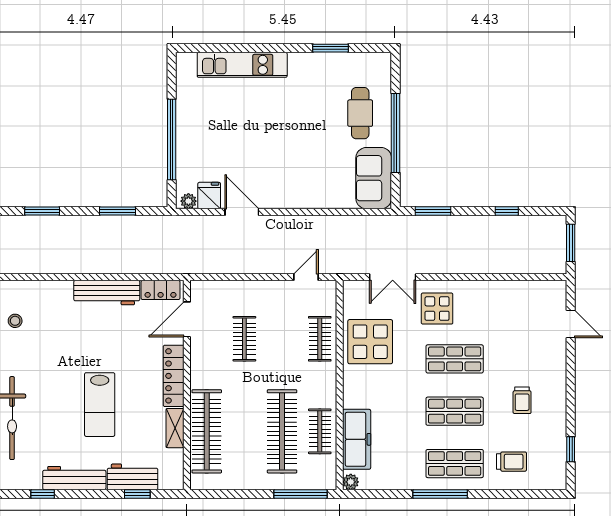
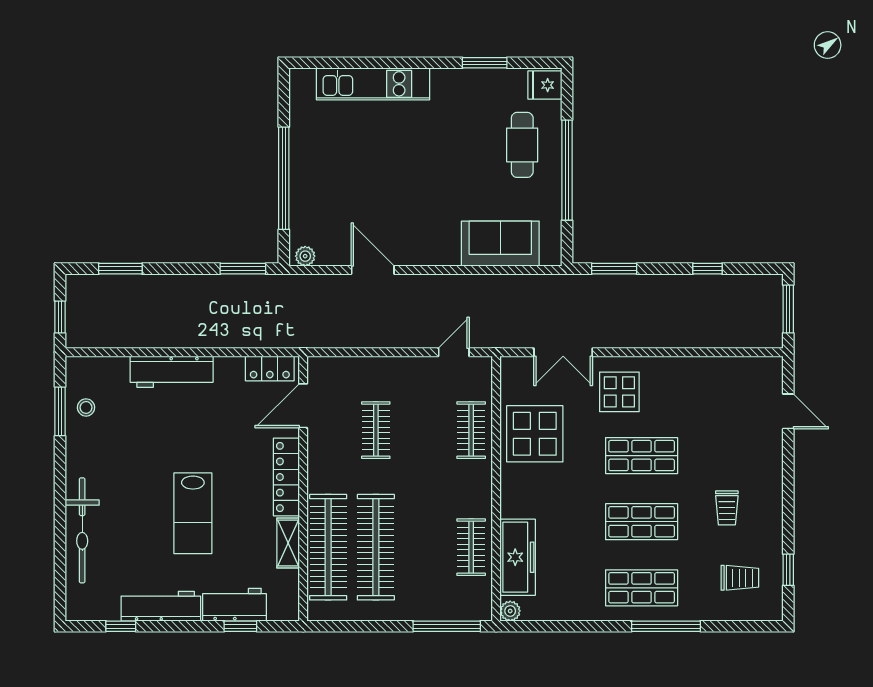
sofa: (374, 178) -> (500, 244), moved, turned 90
fridge: (209, 196) -> (545, 85), moved, turned -90
window: (118, 211) -> (243, 269), moved
workbench: (107, 293) -> (172, 372), moved
clothes rail: (282, 431) -> (376, 547), moved
trolley: (512, 462) -> (740, 578), moved
window: (440, 494) -> (666, 626), moved

